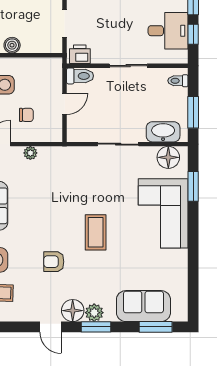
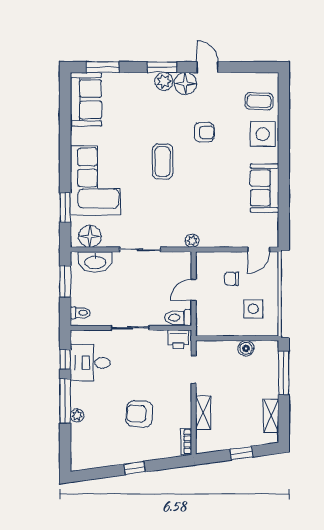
plant: (30, 153) -> (192, 241), moved
sofa: (143, 306) -> (86, 99), moved, turned -90

